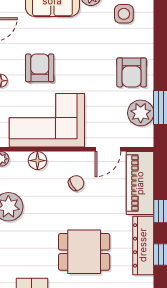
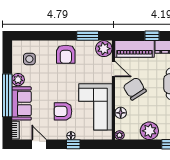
armchair: (132, 72) -> (66, 54), turned 90
plant: (141, 113) -> (104, 49), moved
chair: (76, 183) -> (135, 89), width x1.87, depth x1.87

